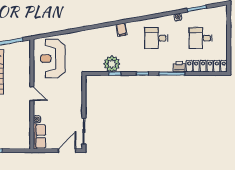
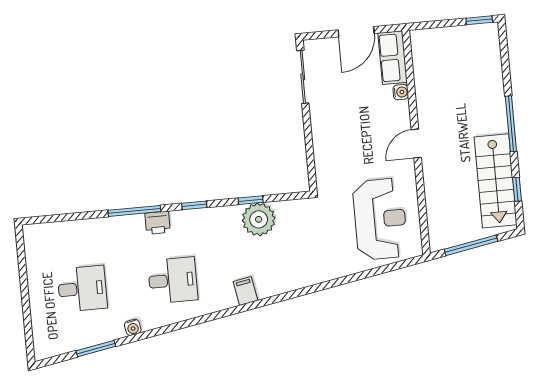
locker: (206, 66) -> (65, 233), removed
printer: (179, 67) -> (158, 223), moved
door: (32, 94) -> (416, 144), hinge flipped
door: (67, 151) -> (356, 32), moved

